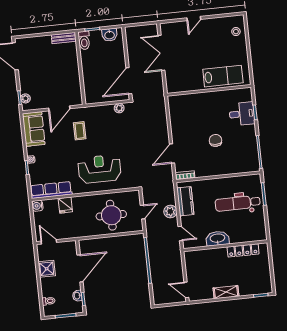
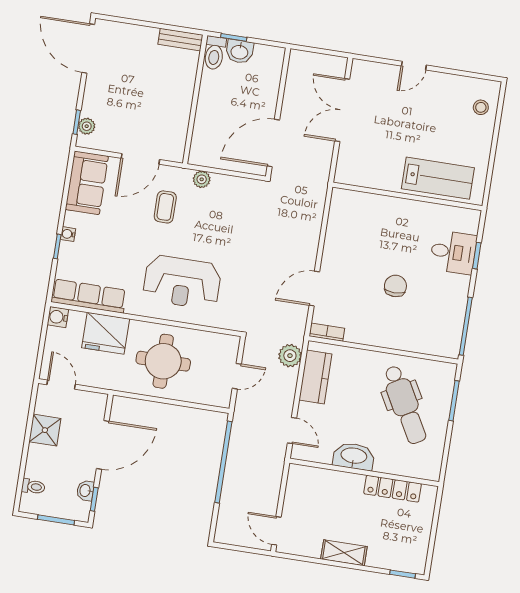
washbasin: (109, 35) -> (240, 52), moved
plant: (119, 108) -> (202, 179), moved
reception desk: (100, 169) -> (182, 282), turned 180
dental chair: (238, 203) -> (405, 405), turned -119
fridge: (65, 205) -> (106, 333), width x1.88, depth x1.34
plant: (170, 211) -> (290, 356), moved
round table: (111, 215) -> (163, 361), moved

